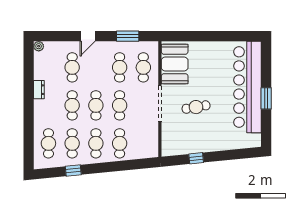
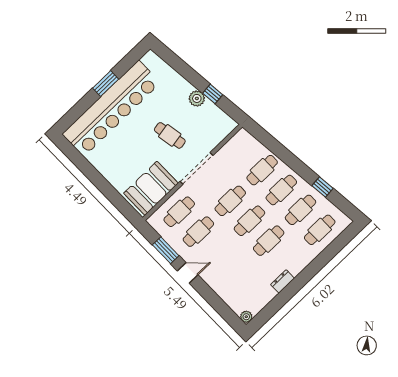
door: (88, 36) -> (188, 273), moved
cafe table: (72, 67) -> (237, 271), removed
plant: (203, 146) -> (197, 98), added

